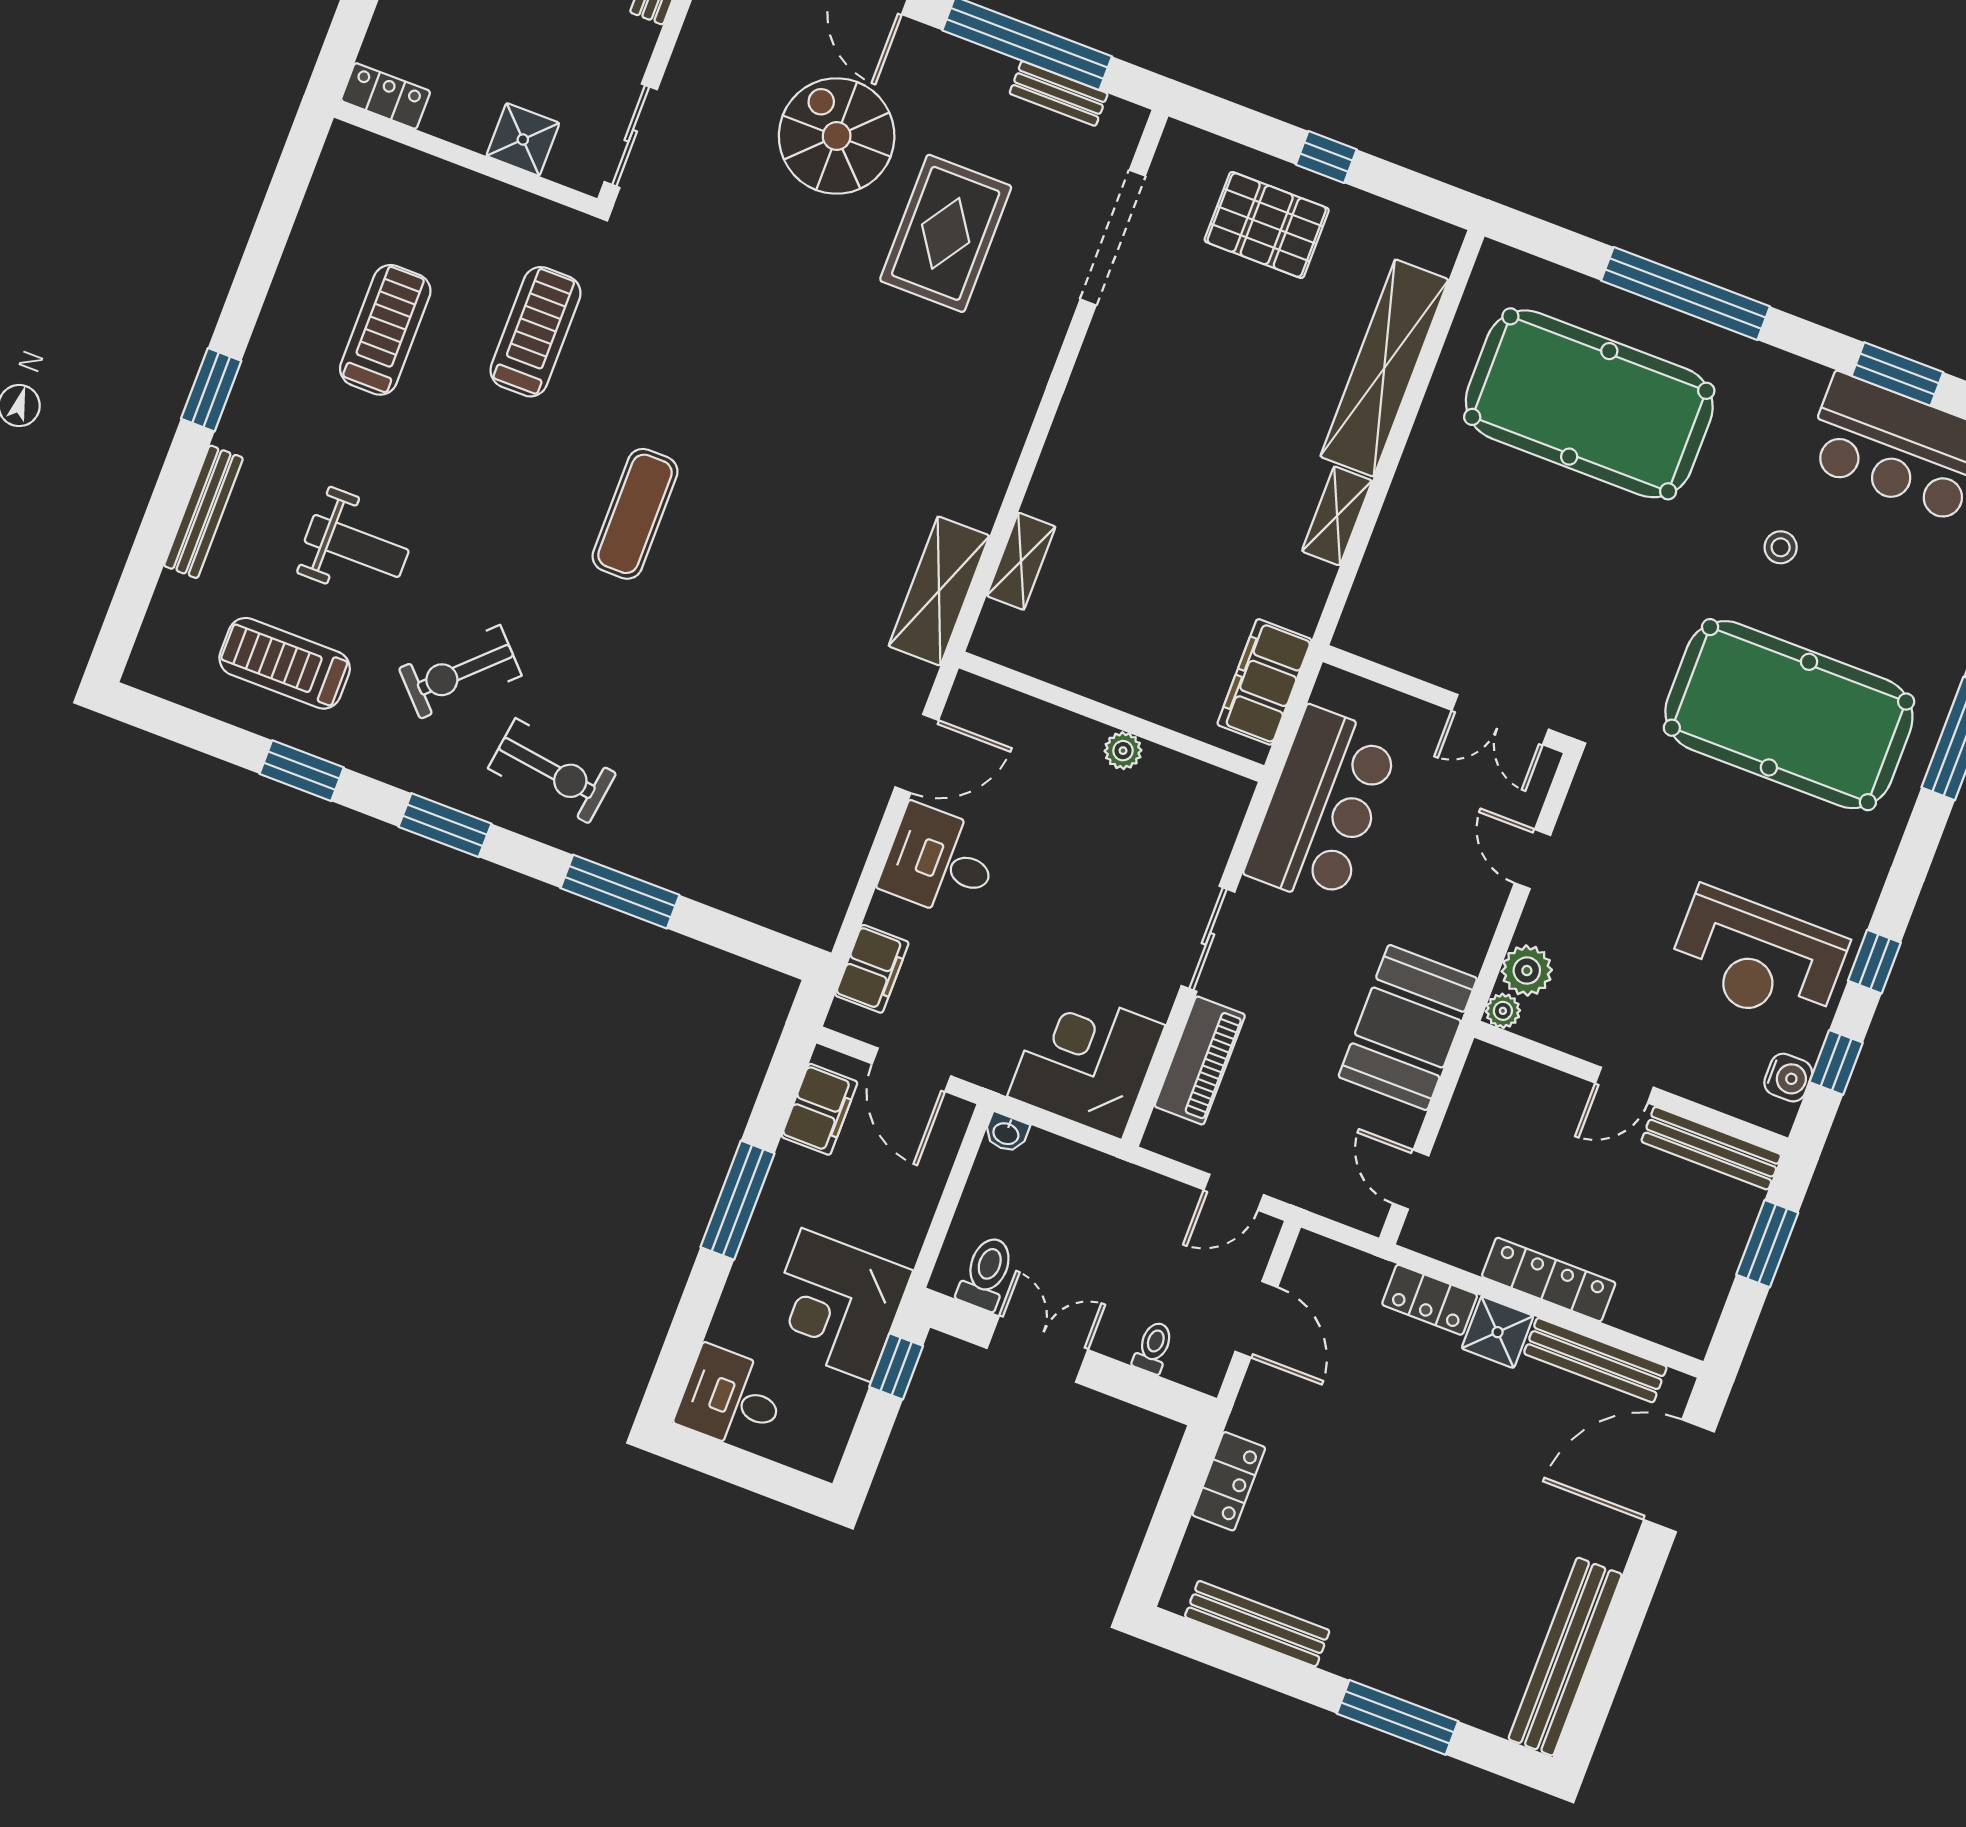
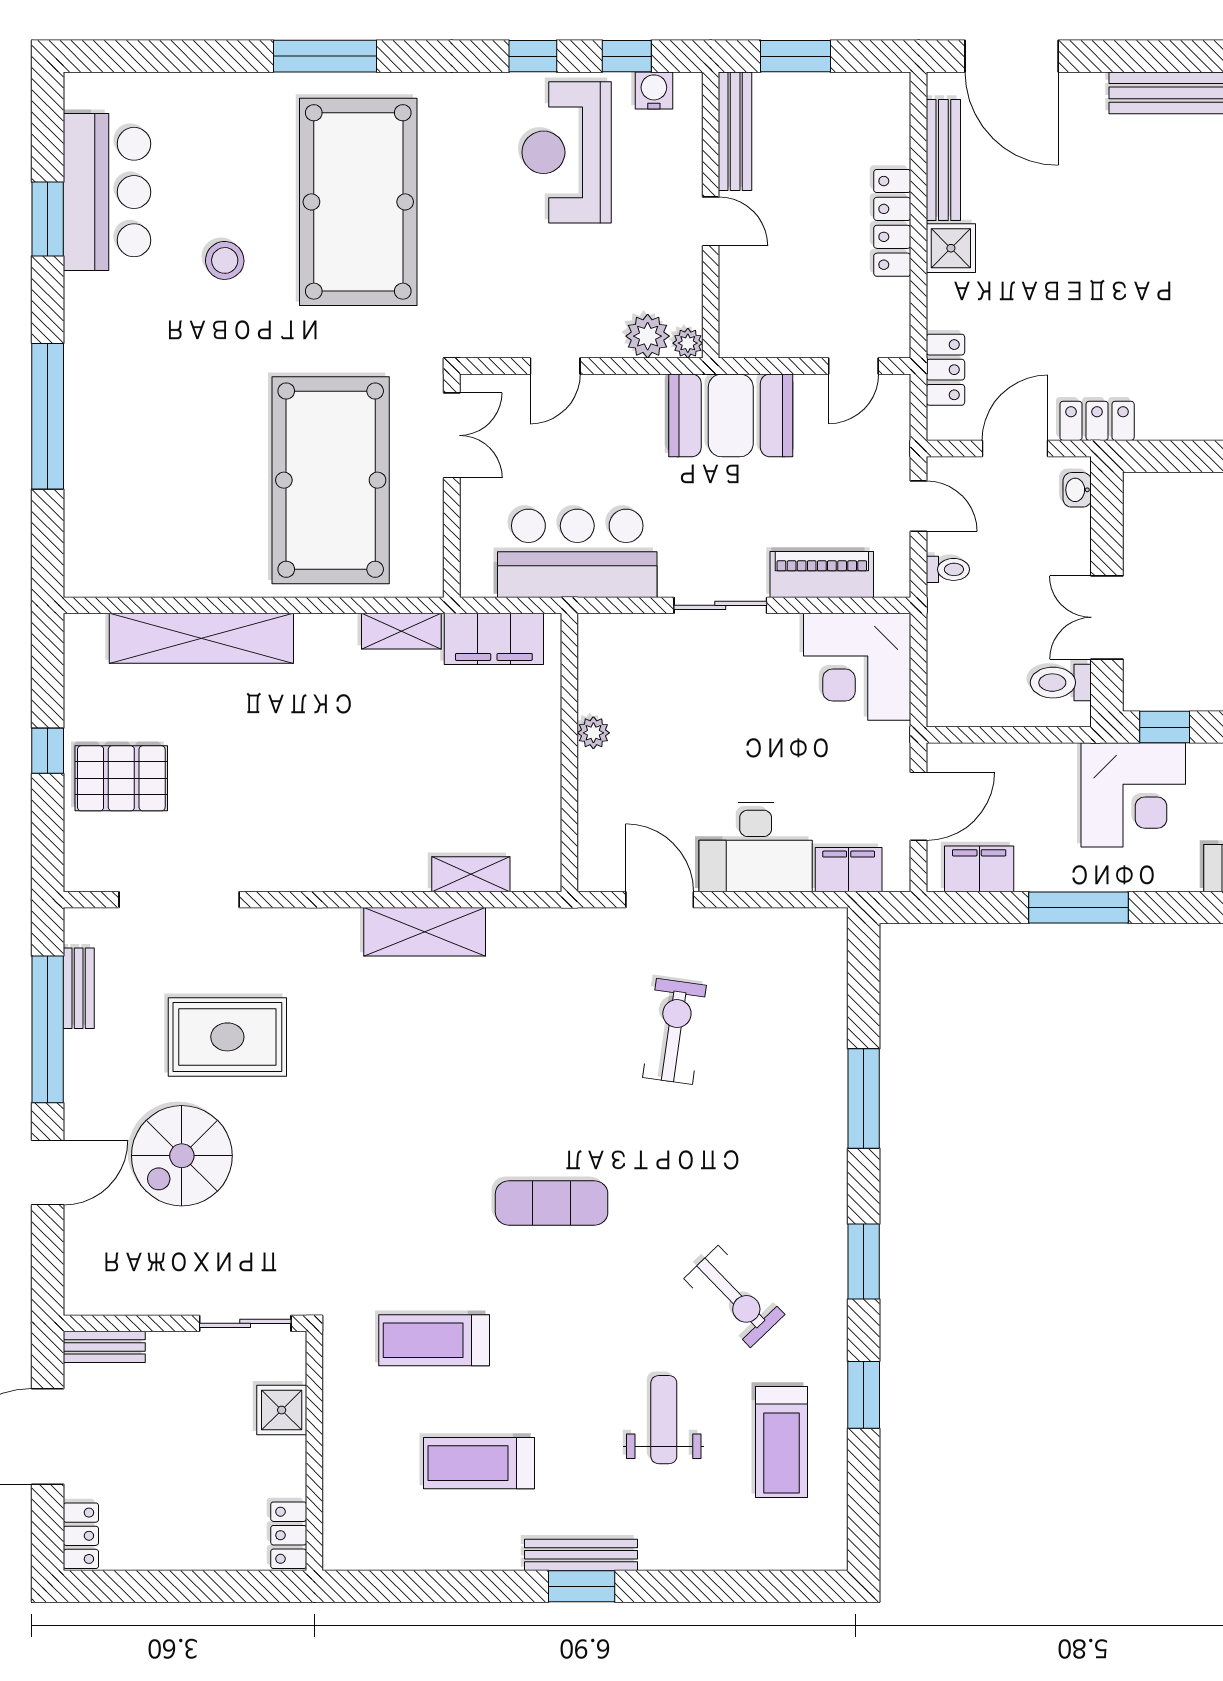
pallet: (1267, 225) -> (121, 778), turned 90
pool table: (1589, 404) -> (331, 480), moved
bench: (203, 512) -> (581, 1555), moved
shelving: (1337, 516) -> (401, 631), moved
stool: (1781, 547) -> (225, 260), width x1.37, depth x1.37
shelving: (939, 591) -> (425, 932), moved
exercise bike: (552, 771) -> (674, 1031), moved
desk: (940, 862) -> (756, 847), width x1.37
reception desk: (1757, 959) -> (567, 152), turned 180
washbasin: (1006, 1133) -> (1077, 490), moved, turned 180
locker: (1430, 1300) -> (945, 370), moved
toilet: (1153, 1347) -> (948, 569), moved, turned 180
locker: (1229, 1481) -> (1097, 421), moved

